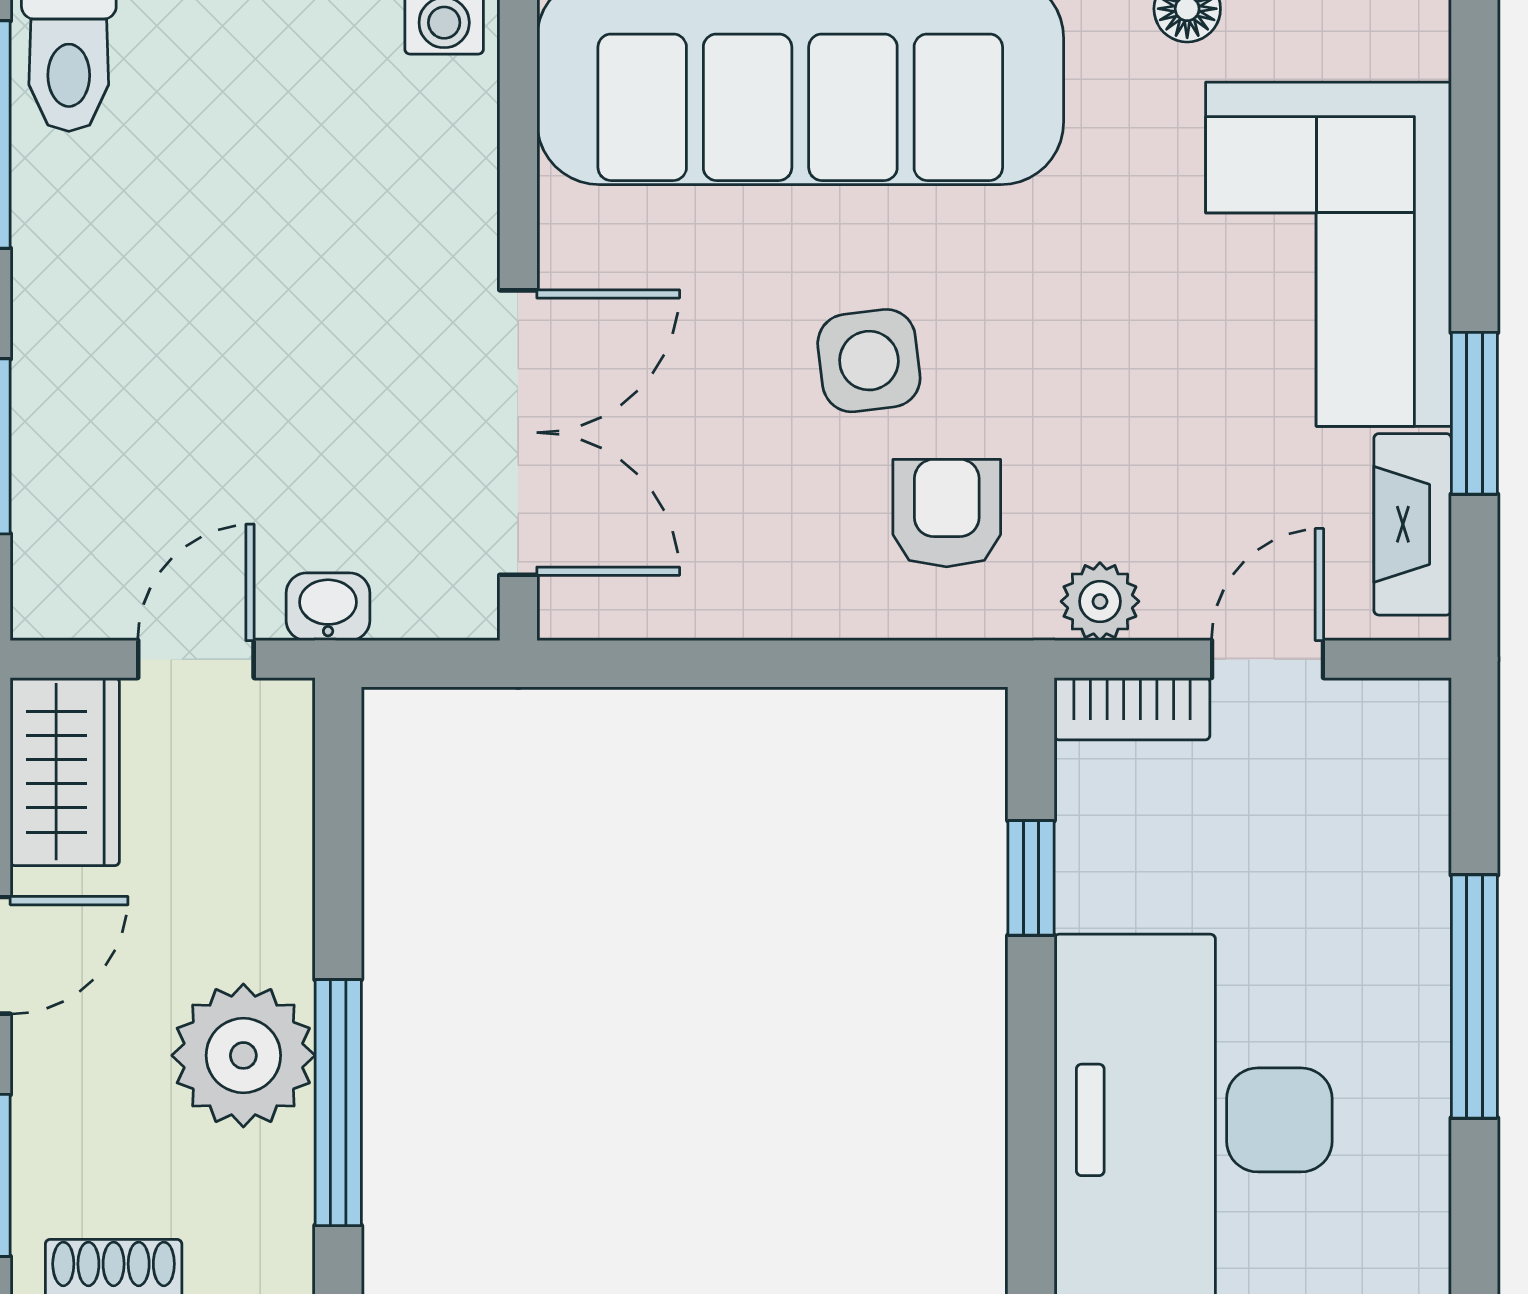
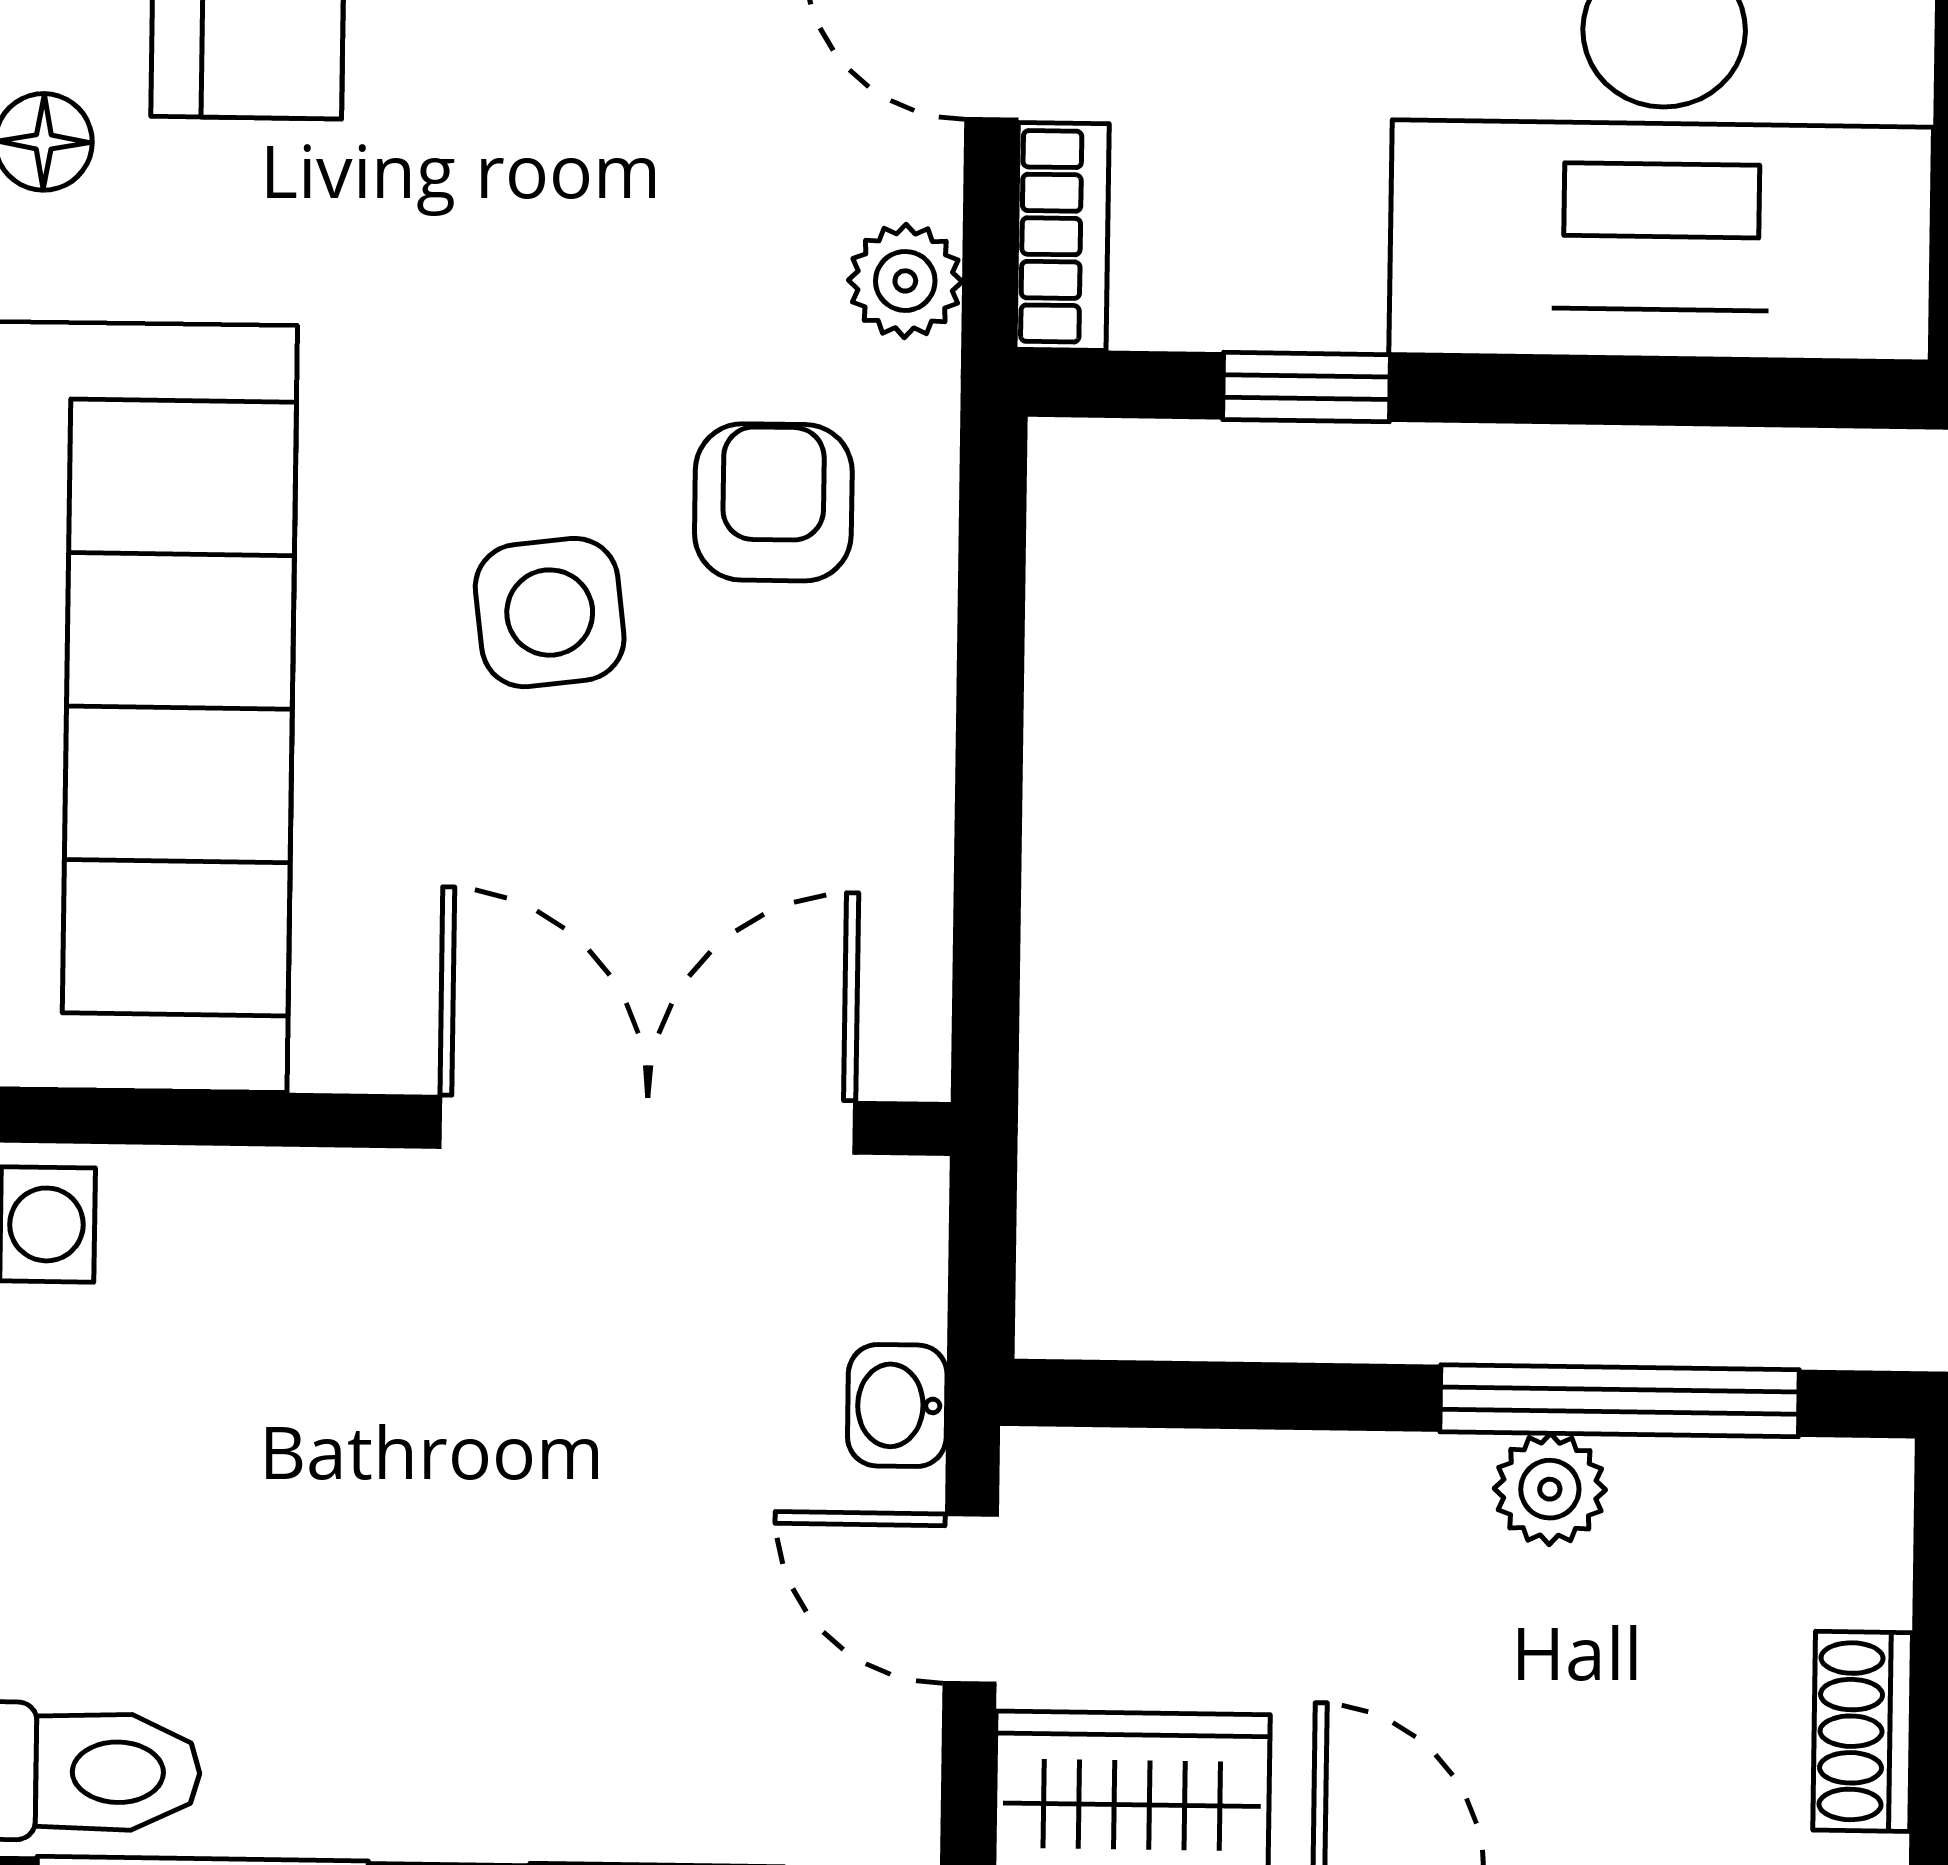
armchair: (947, 513) -> (773, 502), turned 90
plant: (243, 1055) -> (1550, 1489), width x0.53, depth x0.53

